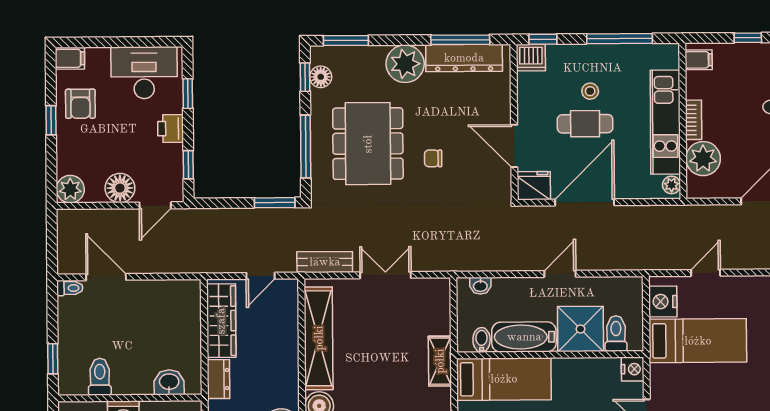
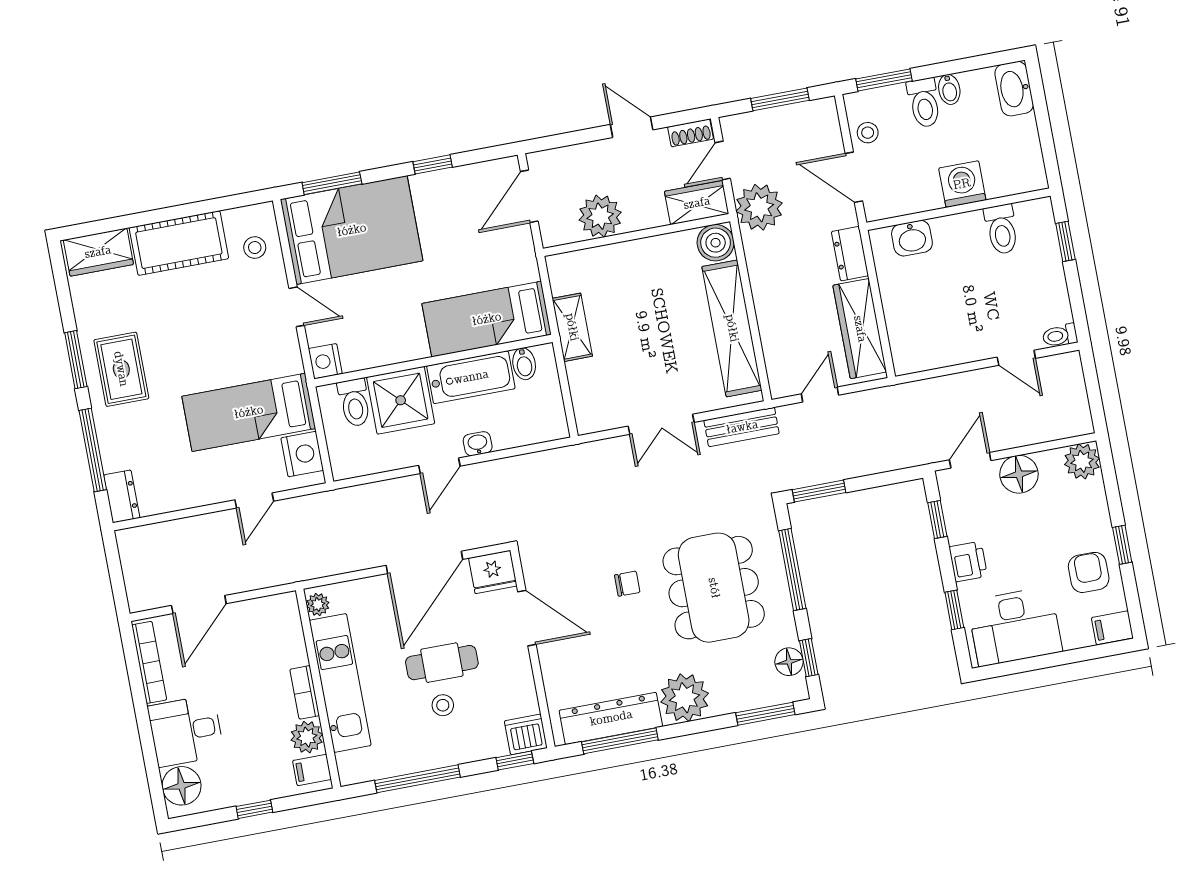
plant: (703, 159) -> (307, 737), moved, width x0.73, depth x0.73
door: (106, 277) -> (1016, 358), width x0.73
washbasin: (480, 286) -> (478, 444), moved

